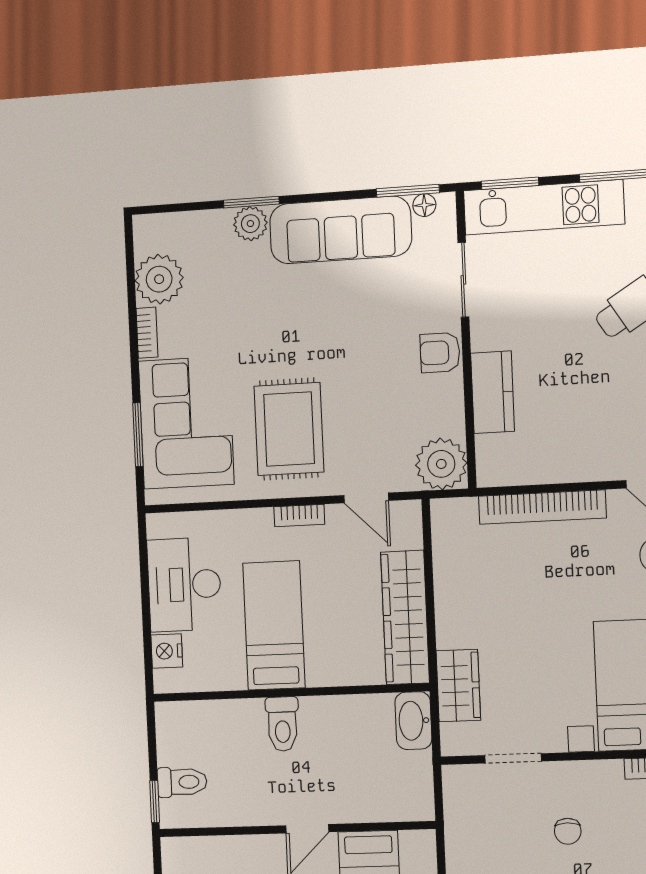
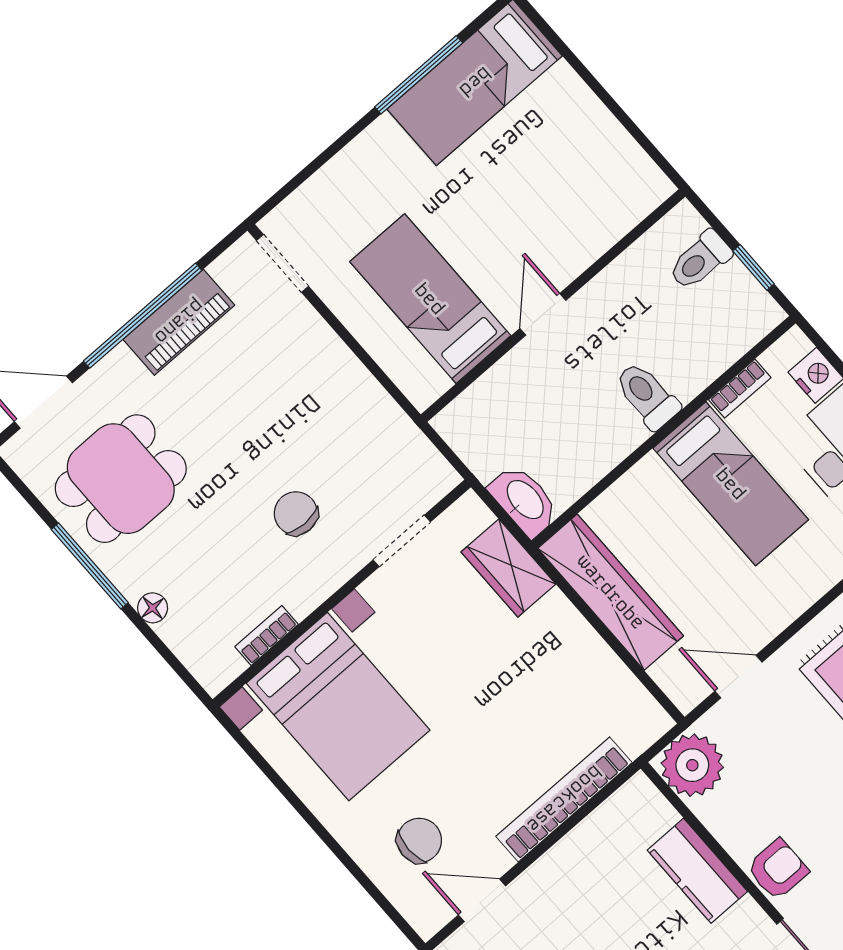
bookcase: (299, 516) -> (740, 389), moved, turned 180
window: (155, 802) -> (753, 267), moved
chair: (568, 831) -> (296, 513), width x1.37, depth x1.37

